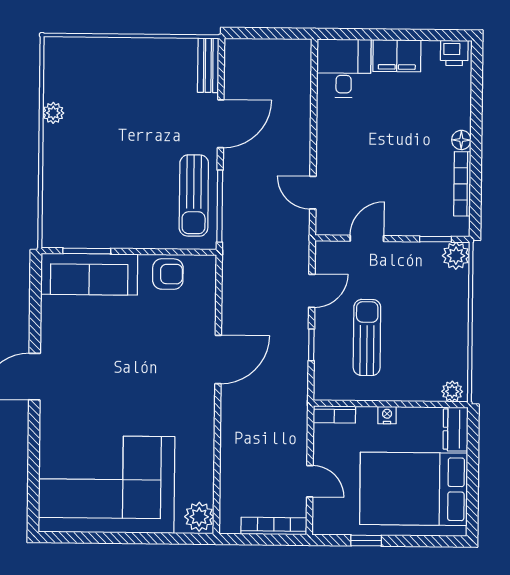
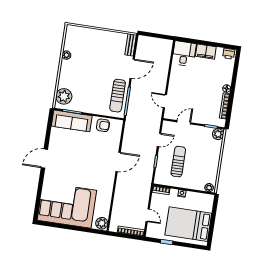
plant: (61, 216) -> (64, 96), added
dresser: (456, 429) -> (208, 203), removed

